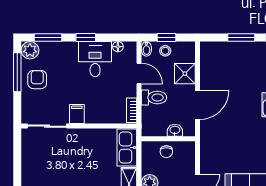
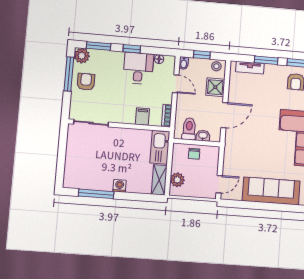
tv unit: (223, 48) -> (250, 68), added
stool: (165, 51) -> (216, 66), moved
toilet: (154, 98) -> (189, 129), moved, turned -90
filing cabinet: (77, 114) -> (142, 117), moved

